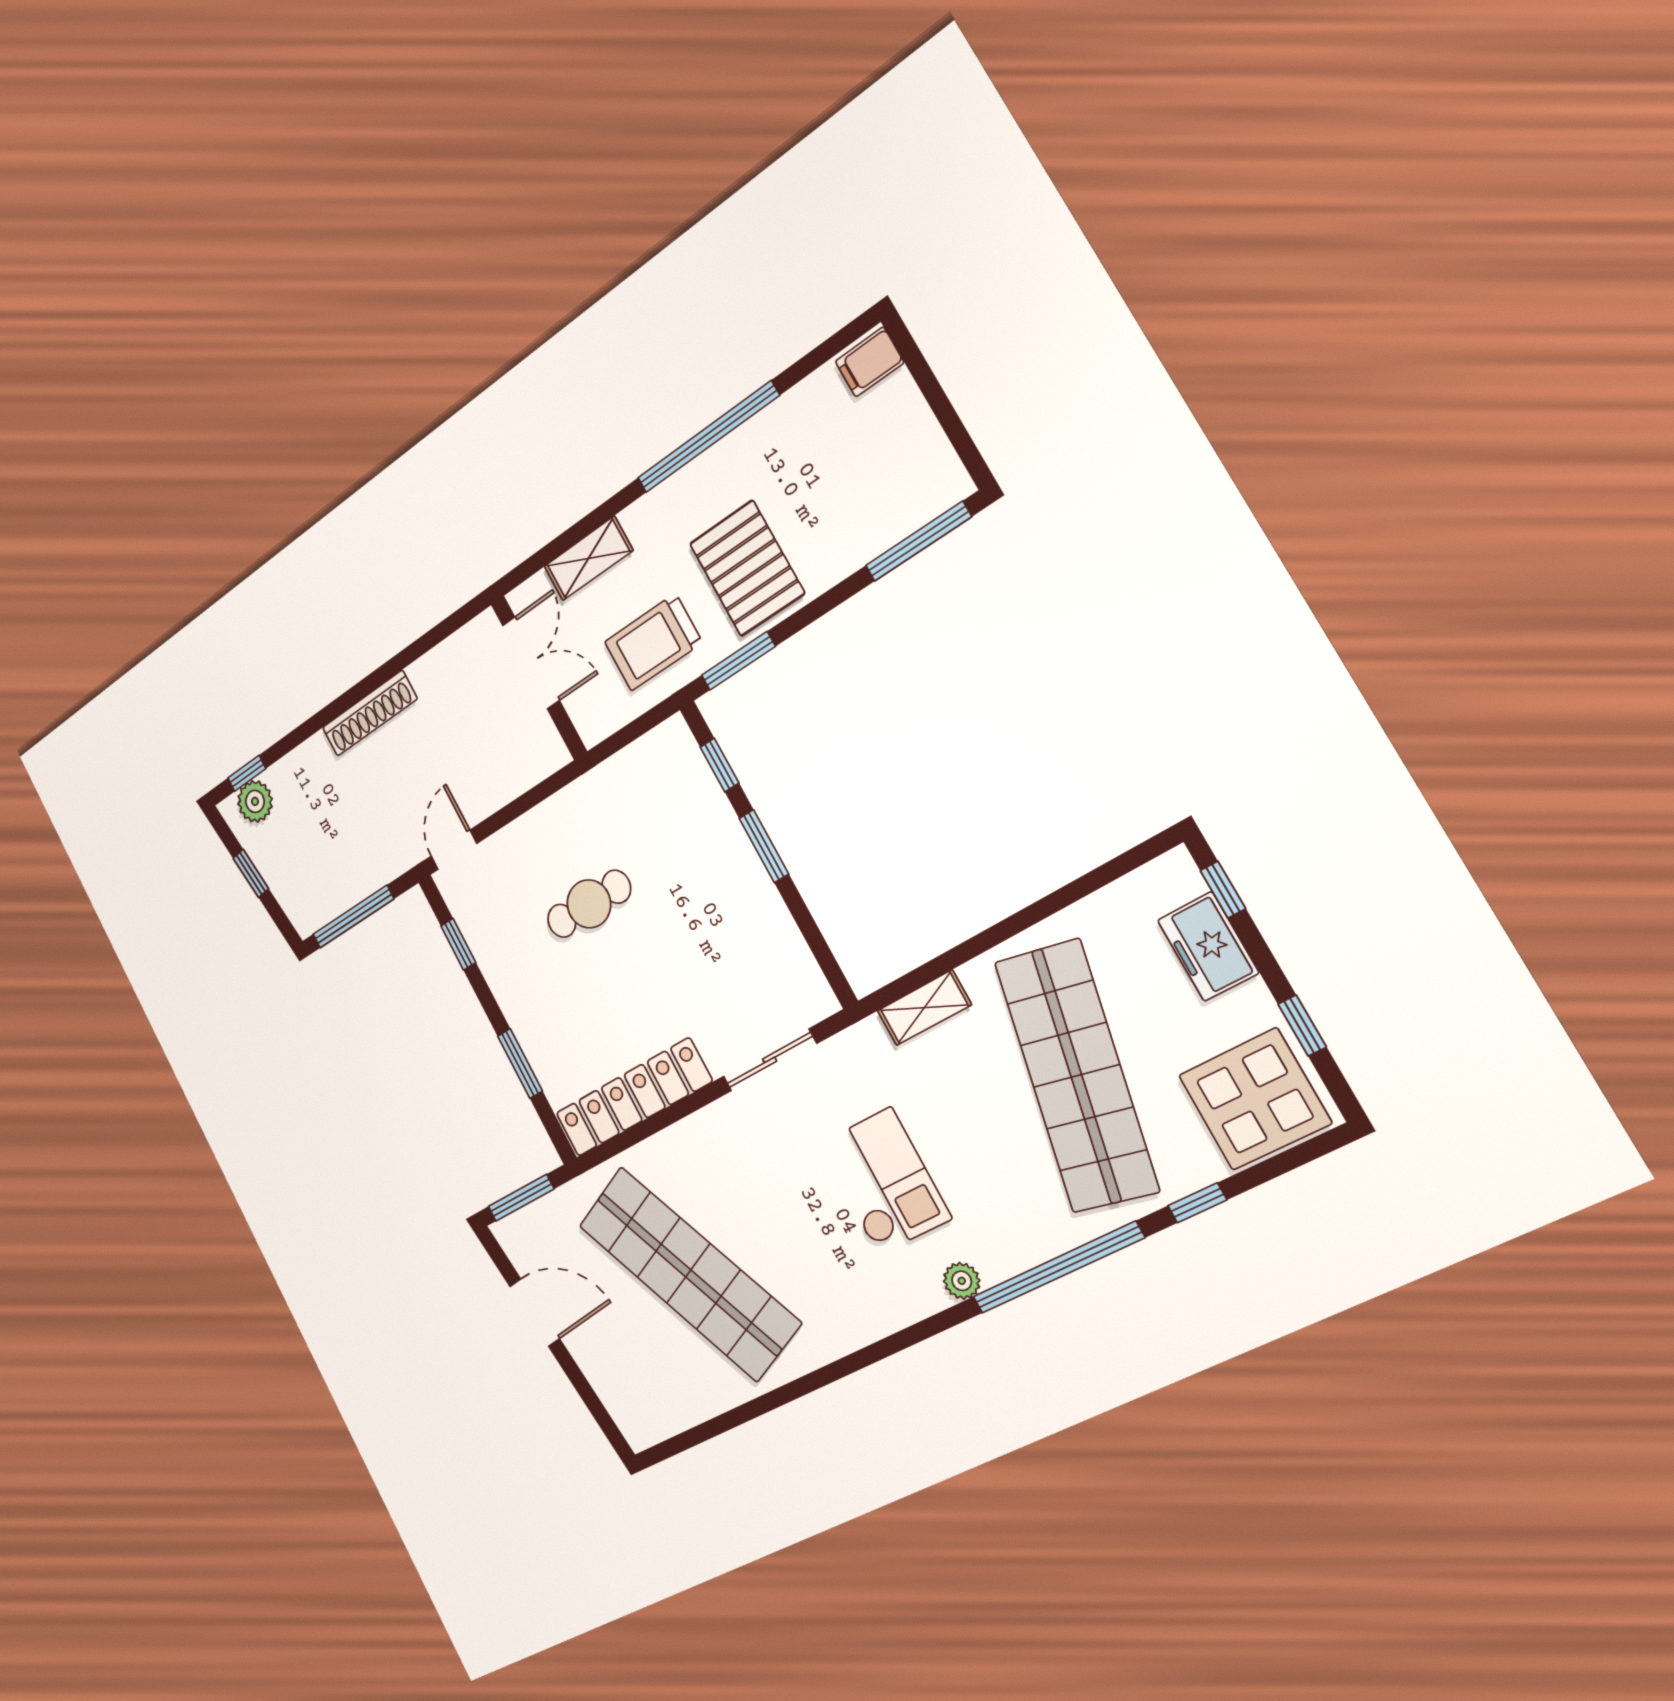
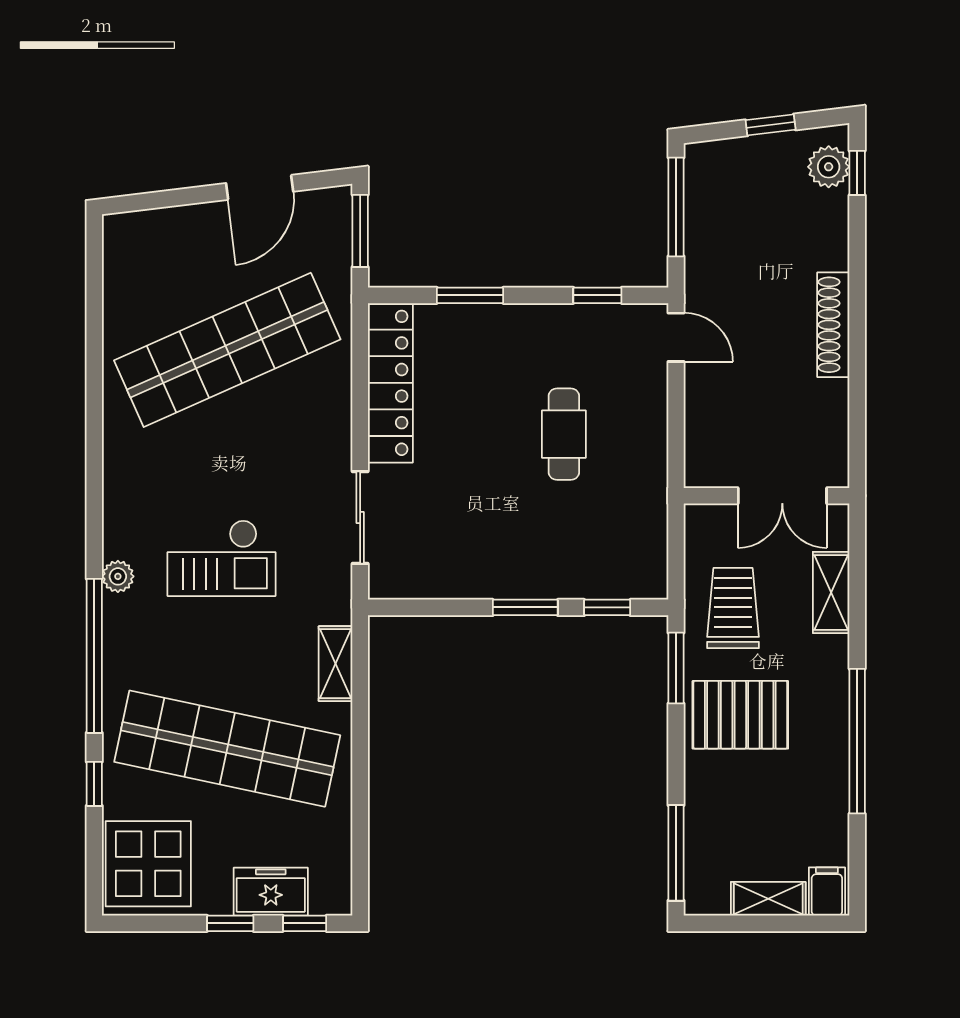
shelving: (911, 416) -> (768, 899), added
window: (1302, 1025) -> (230, 923), moved

